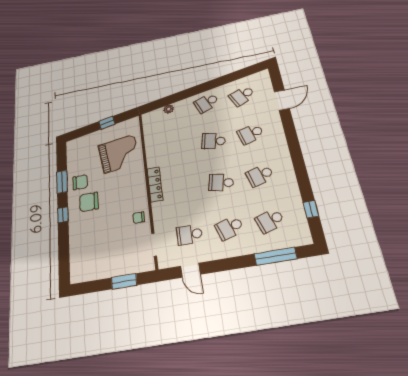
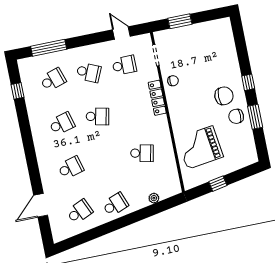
school desk: (214, 141) -> (142, 153), moved
locker: (155, 184) -> (157, 98), moved
school desk: (229, 228) -> (89, 72), turned 42

